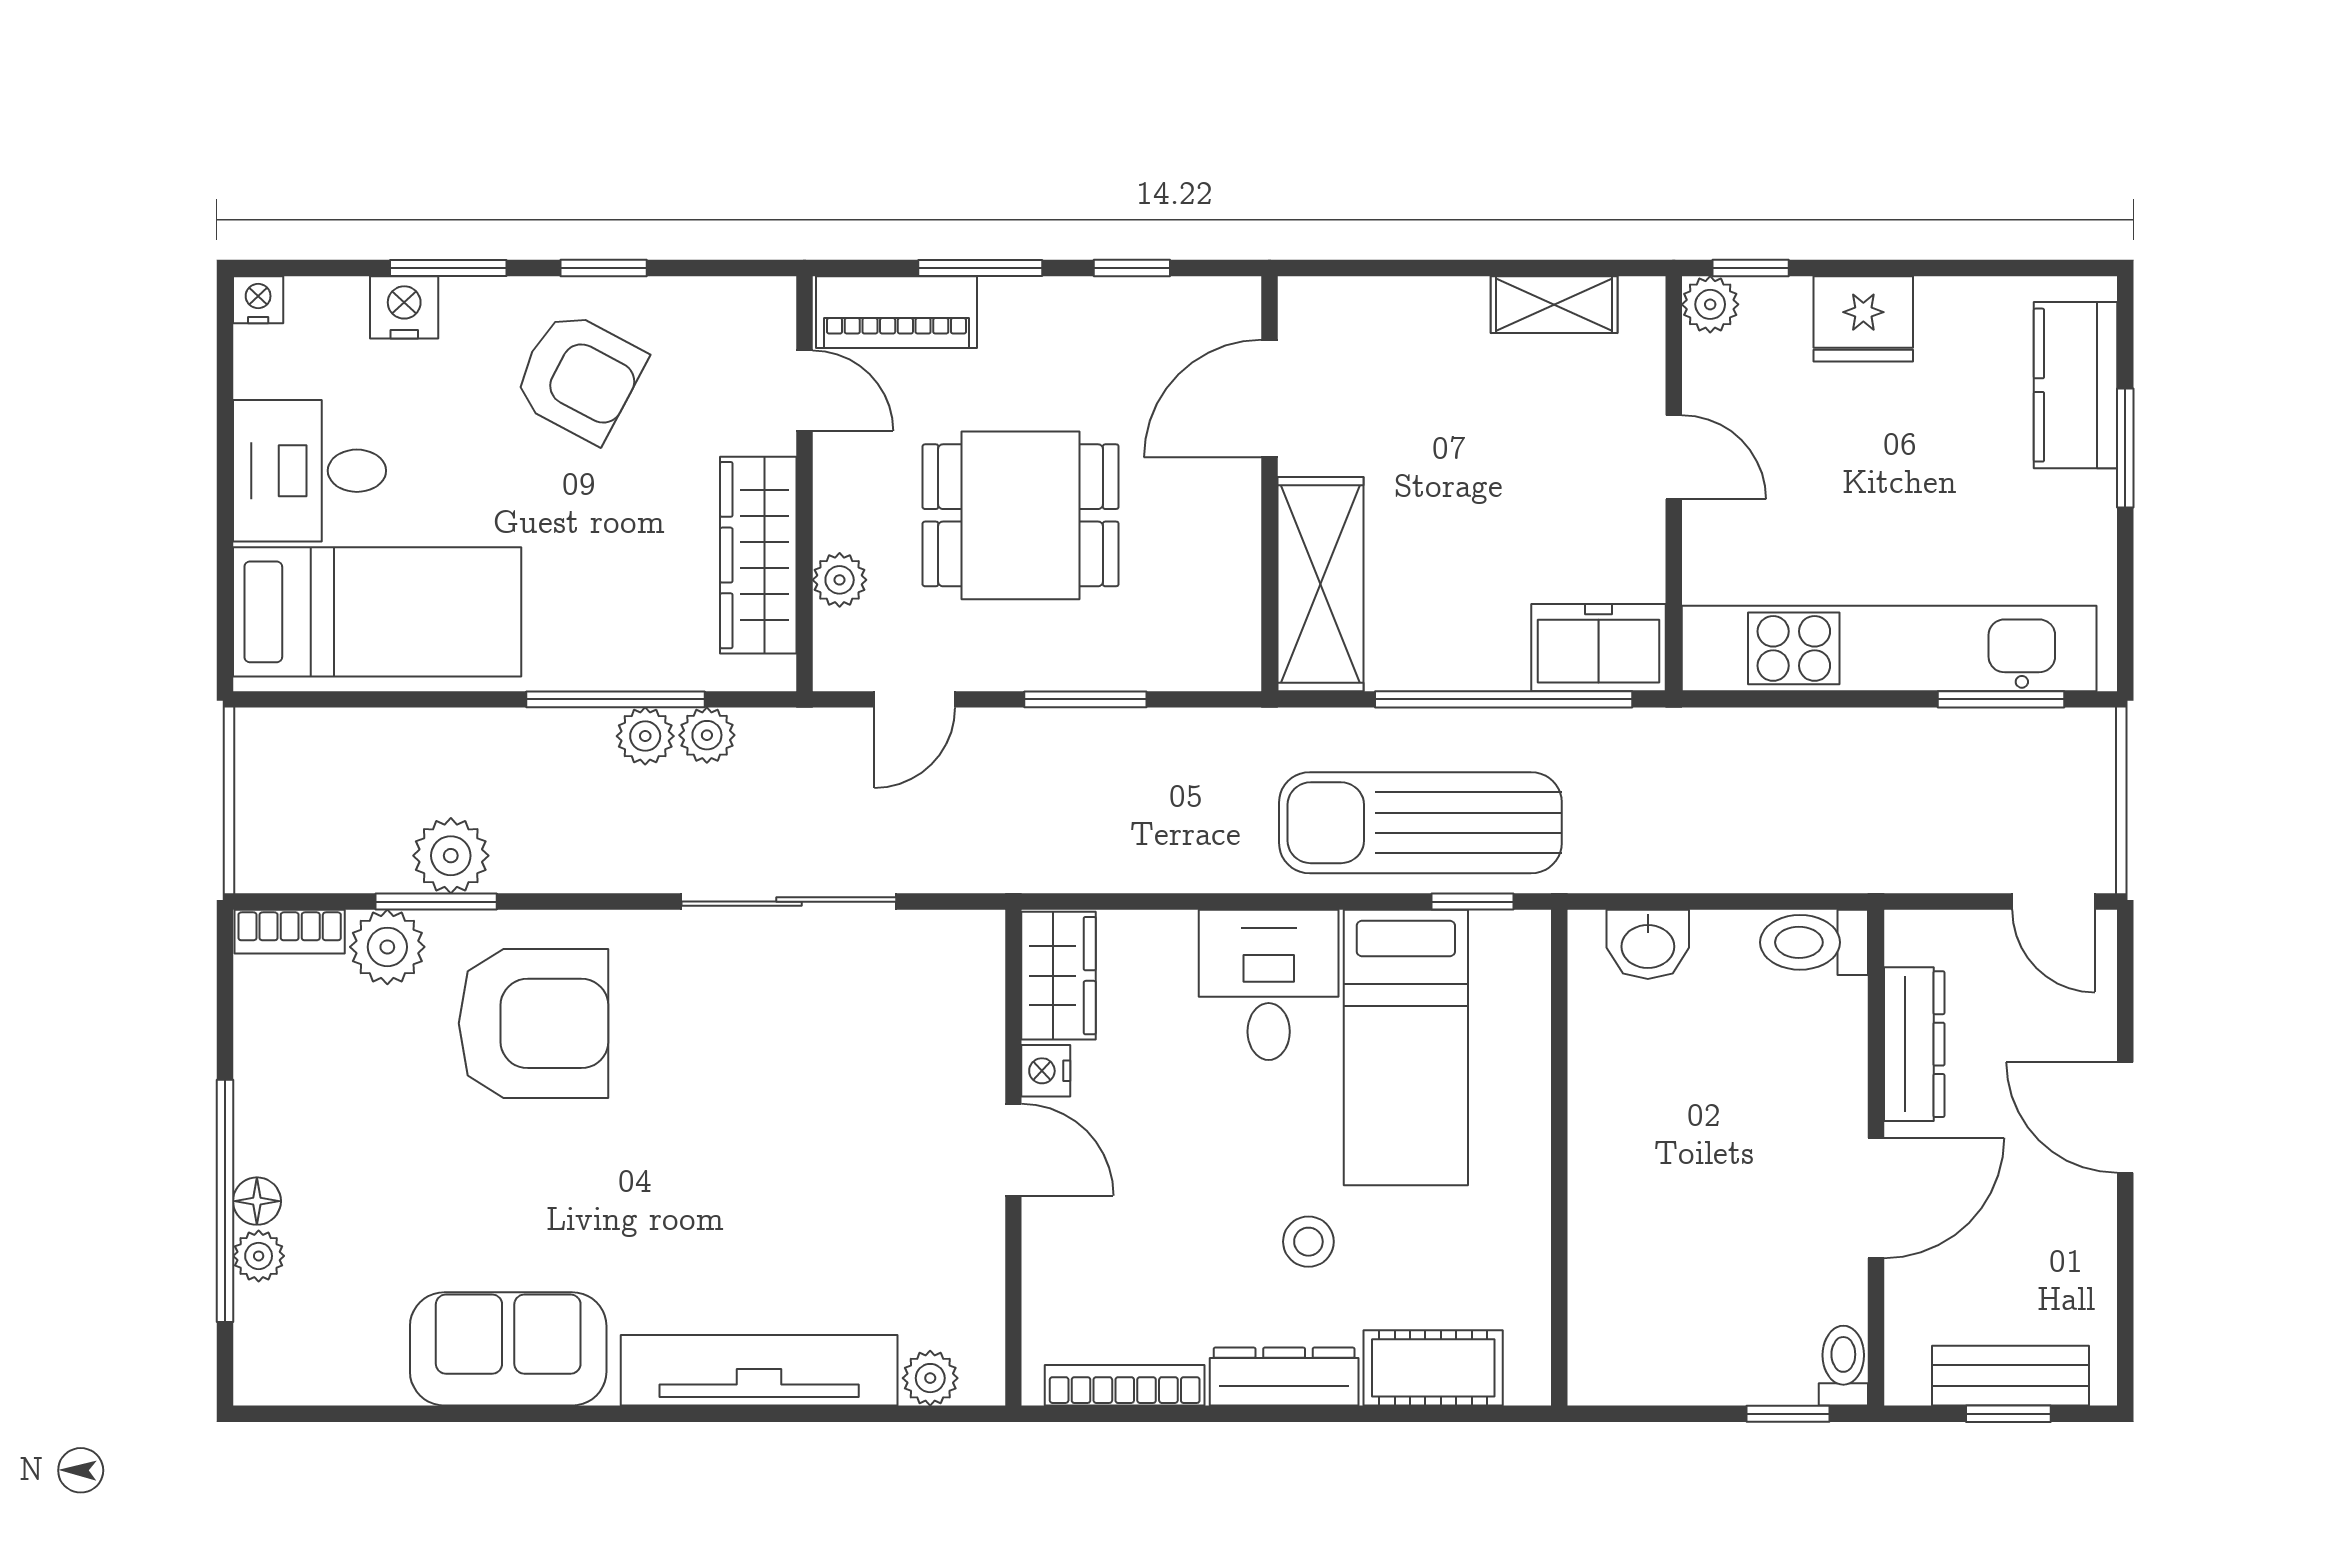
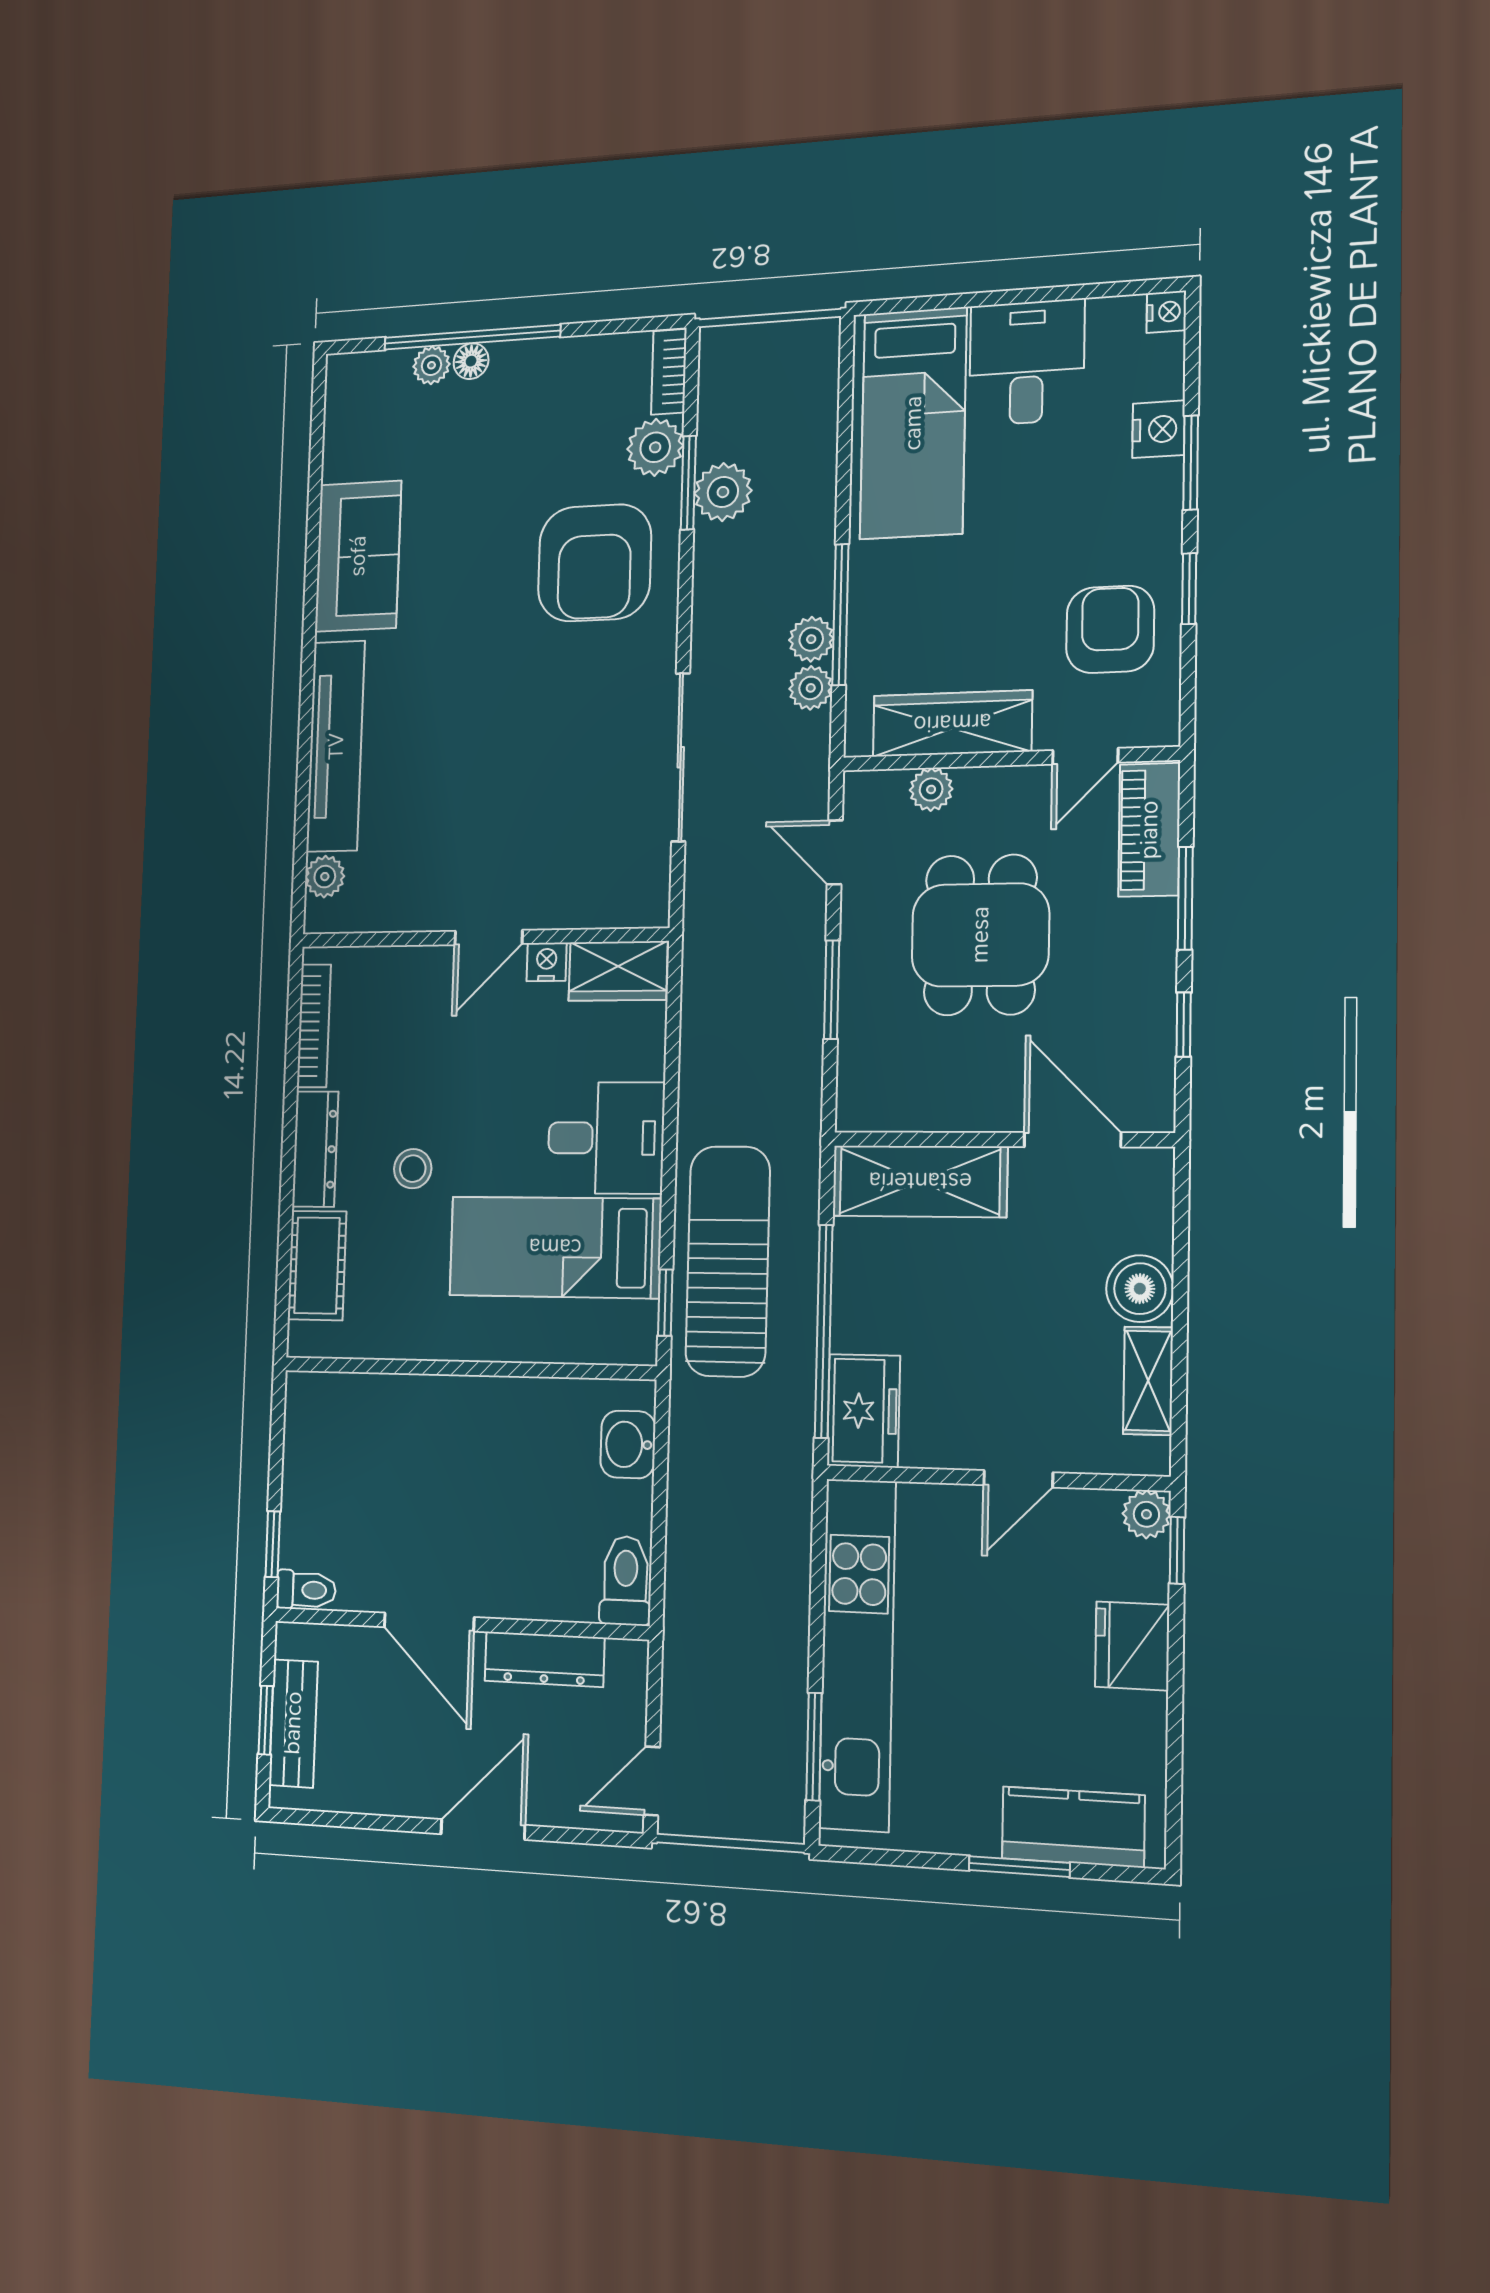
boiler: (1446, 316) -> (1140, 1289), added
armchair: (579, 377) -> (1110, 629), moved, turned 152

